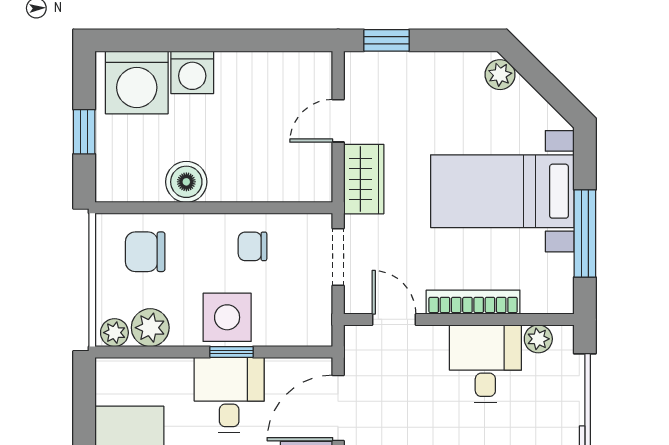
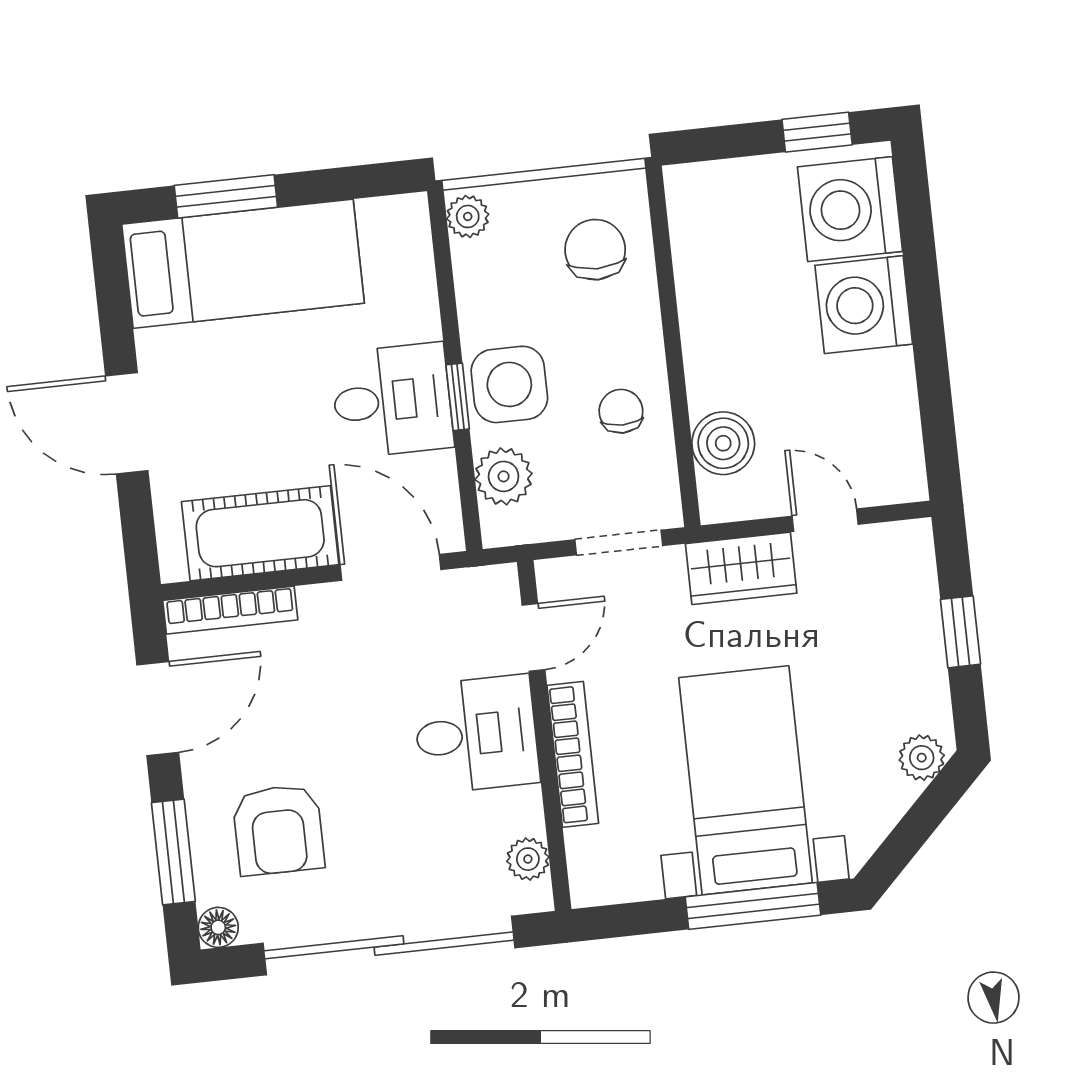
window: (387, 40) -> (960, 632), moved
washing machine: (192, 72) -> (864, 305), width x1.37, depth x1.37
window: (84, 132) -> (817, 132), moved
boiler: (186, 182) -> (723, 443), moved
window: (585, 233) -> (753, 906), moved
plant: (150, 328) -> (504, 476), moved
desk: (485, 364) -> (476, 734), moved

